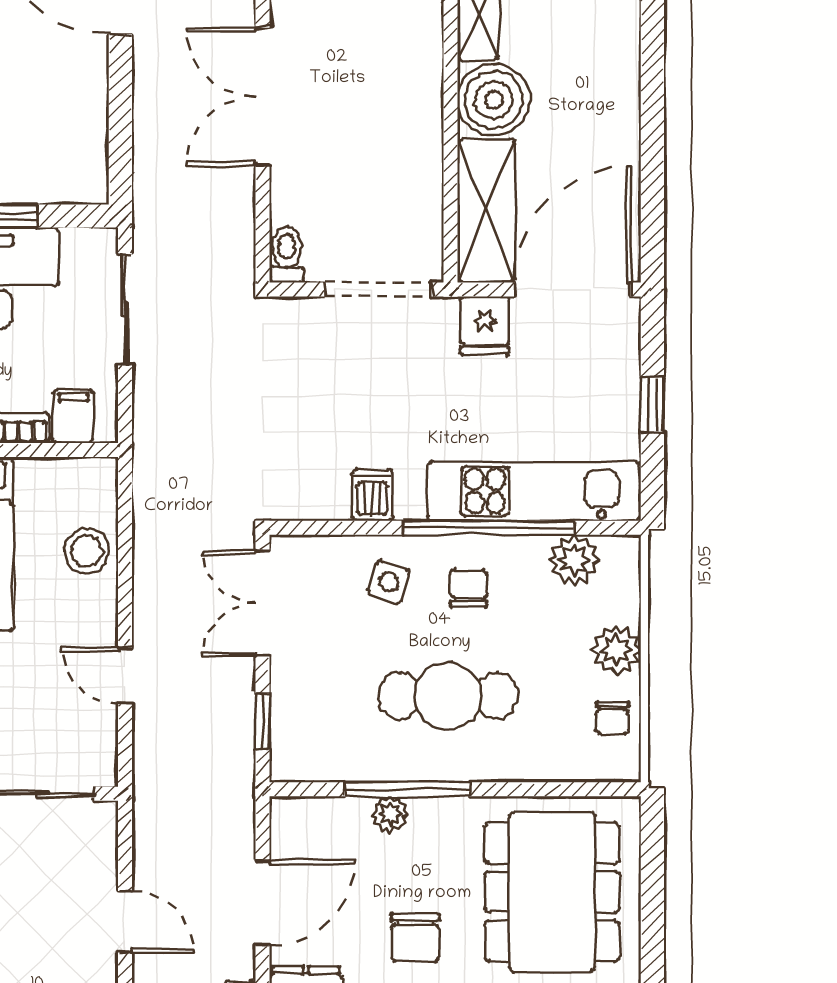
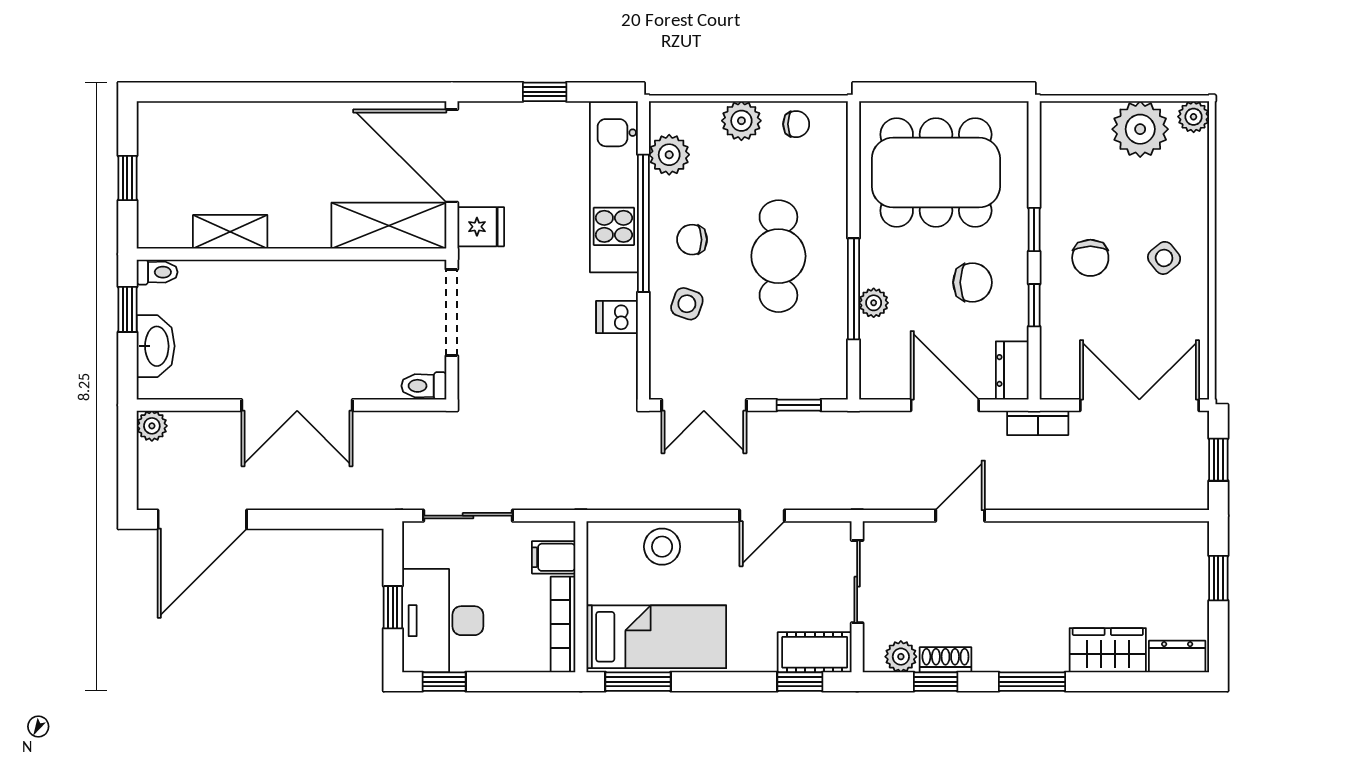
boiler: (494, 100) -> (299, 219), removed

